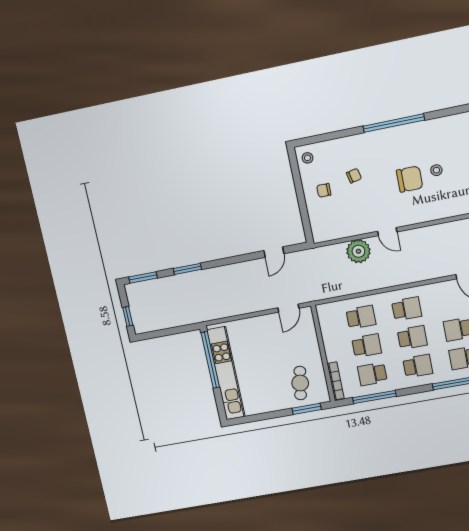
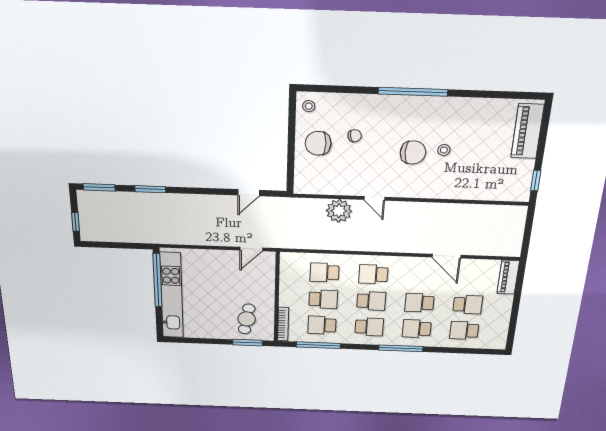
chair: (324, 190) -> (318, 143), width x1.87, depth x1.87
school desk: (407, 309) -> (373, 274), turned 180
school desk: (361, 317) -> (324, 272), turned 180

